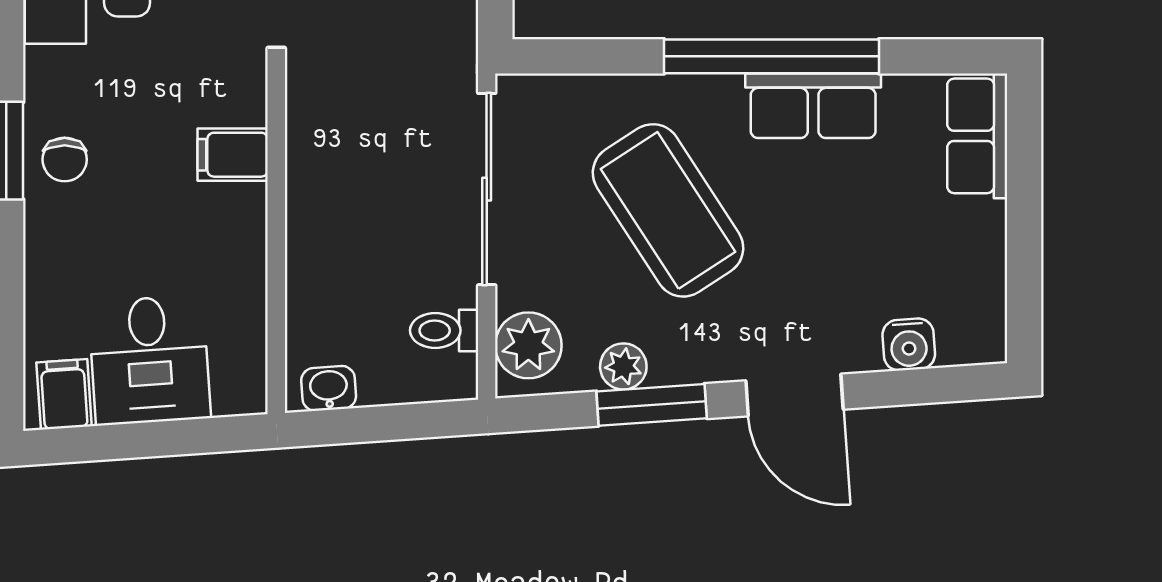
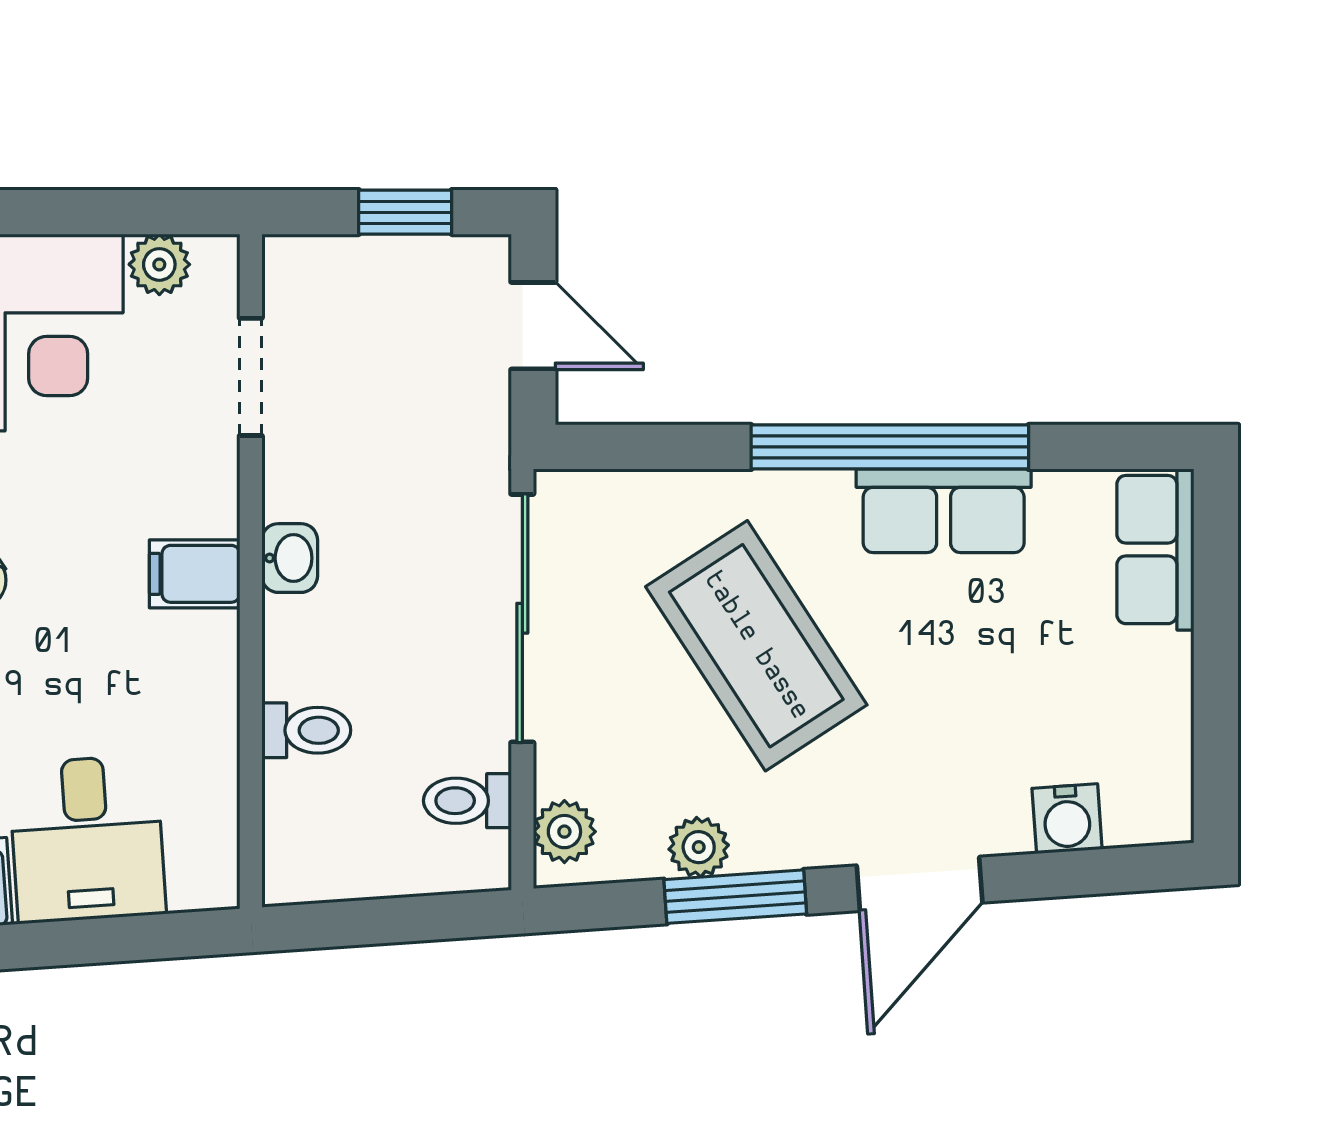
toilet: (319, 276) -> (306, 730), added
plant: (528, 345) -> (564, 832), width x0.73, depth x0.73
washbasin: (329, 388) -> (290, 558), moved, turned 94
door: (794, 395) -> (920, 884), hinge flipped

